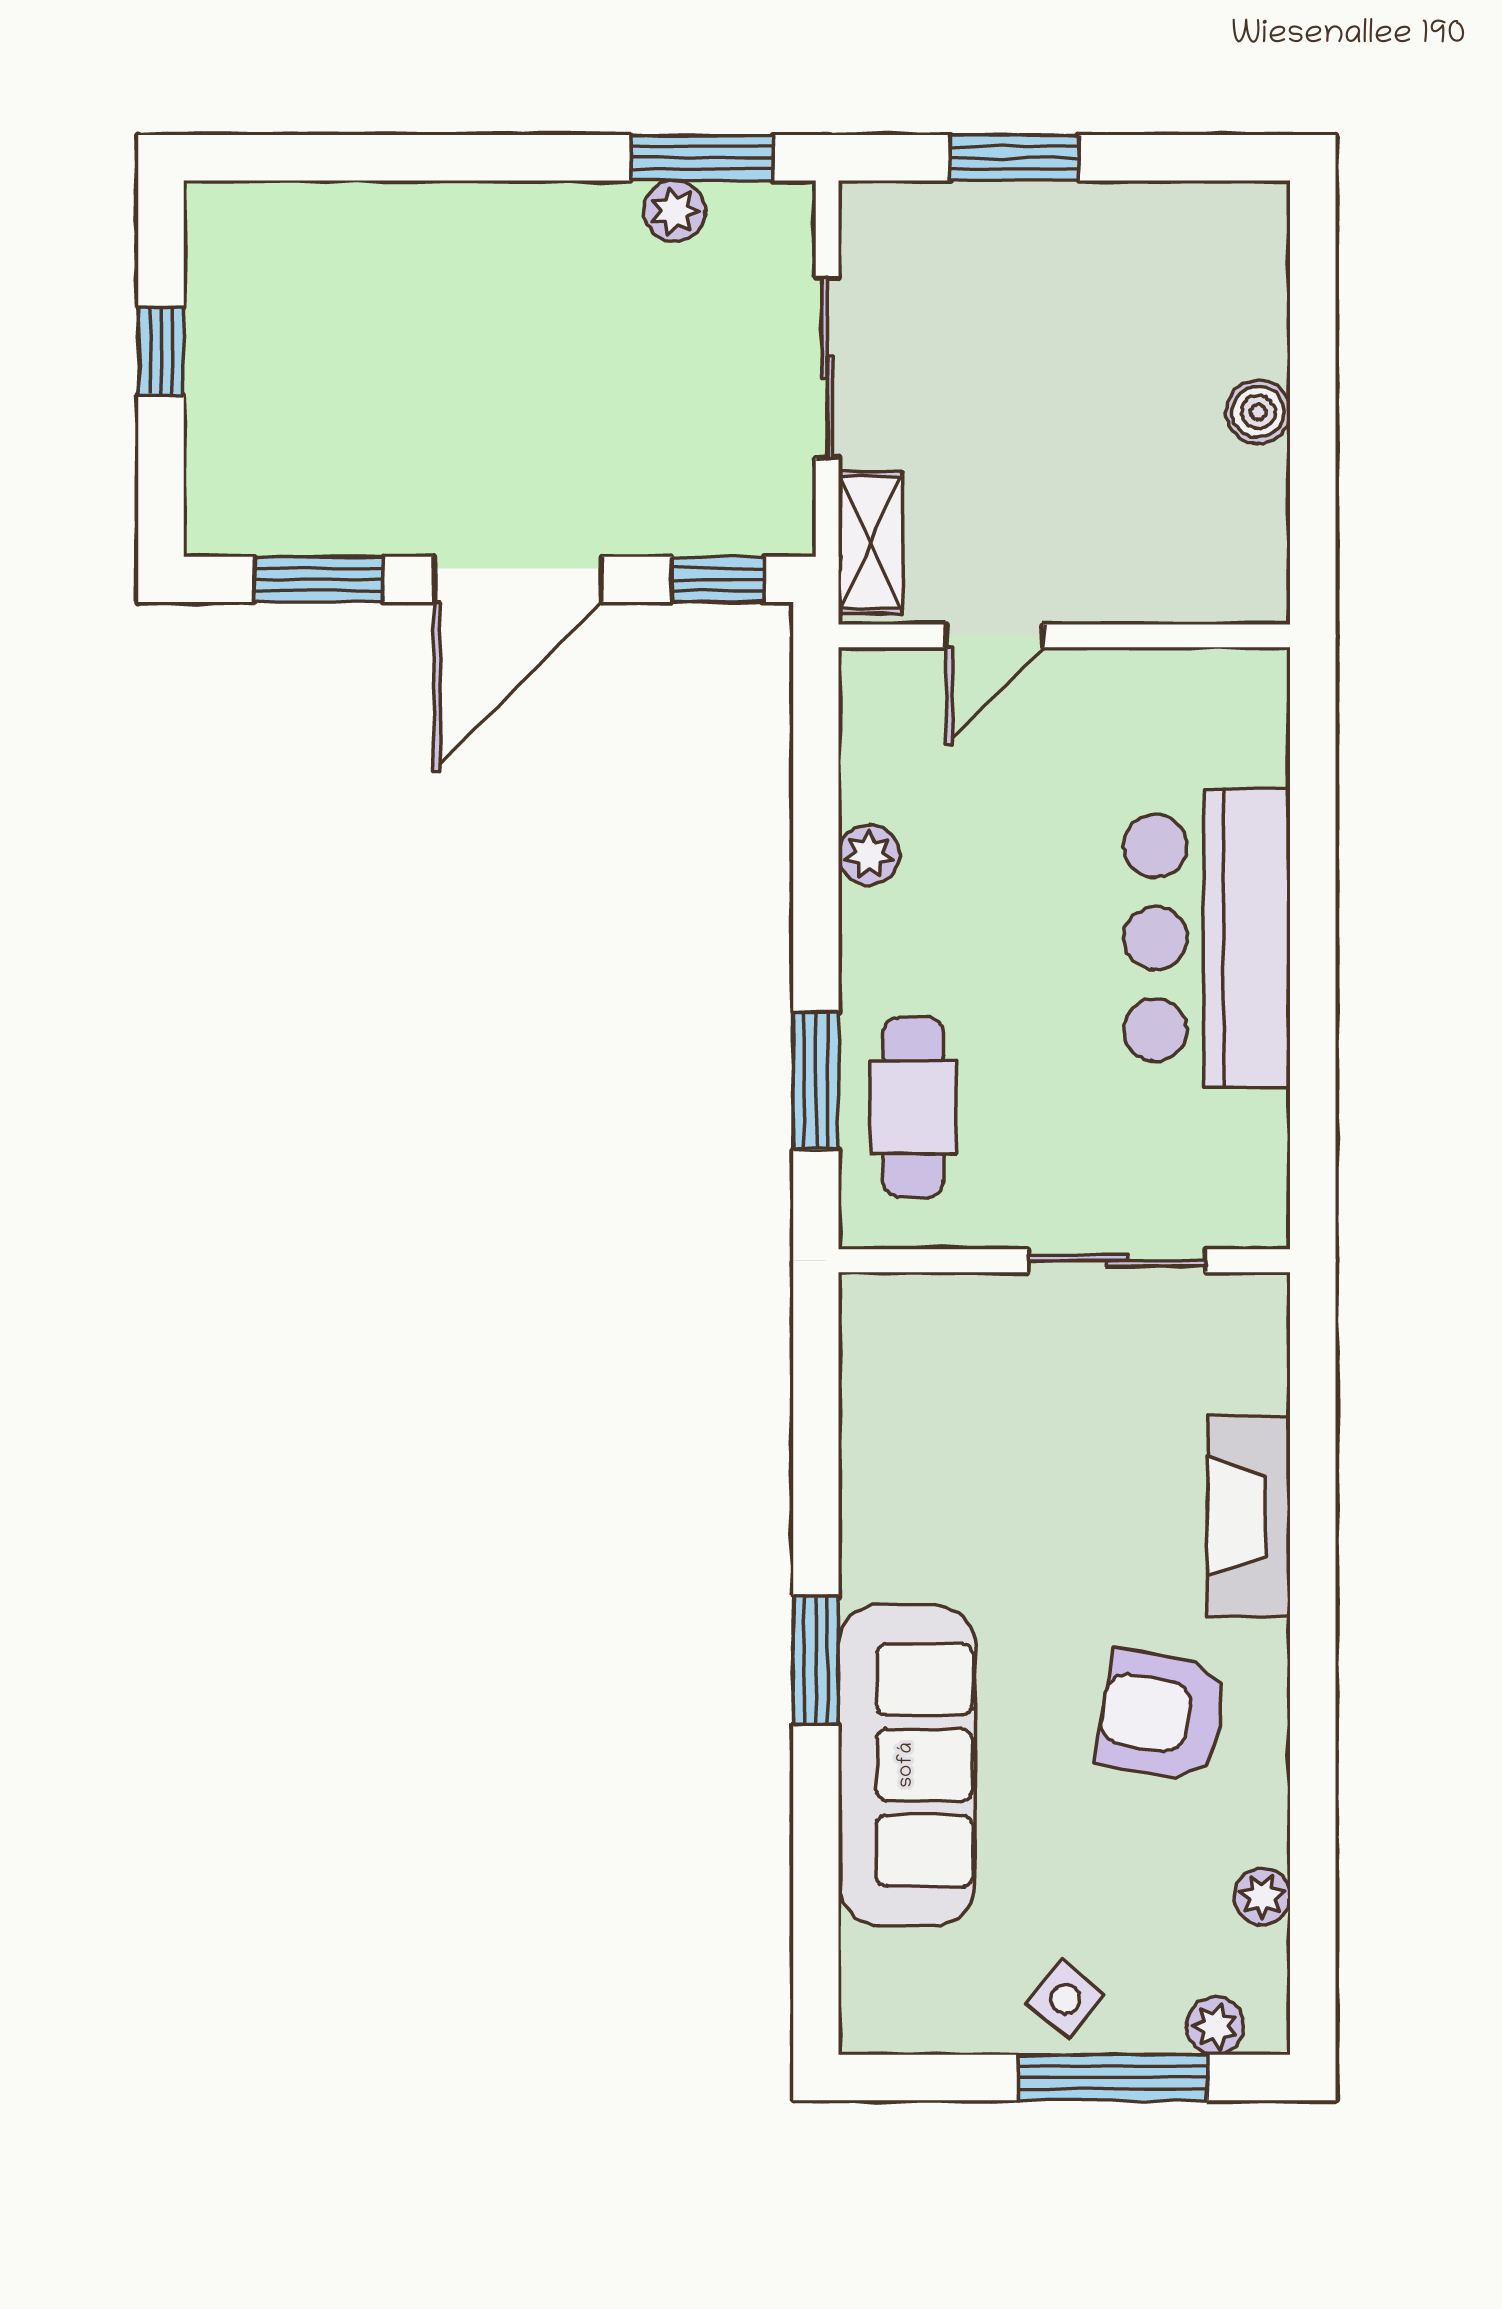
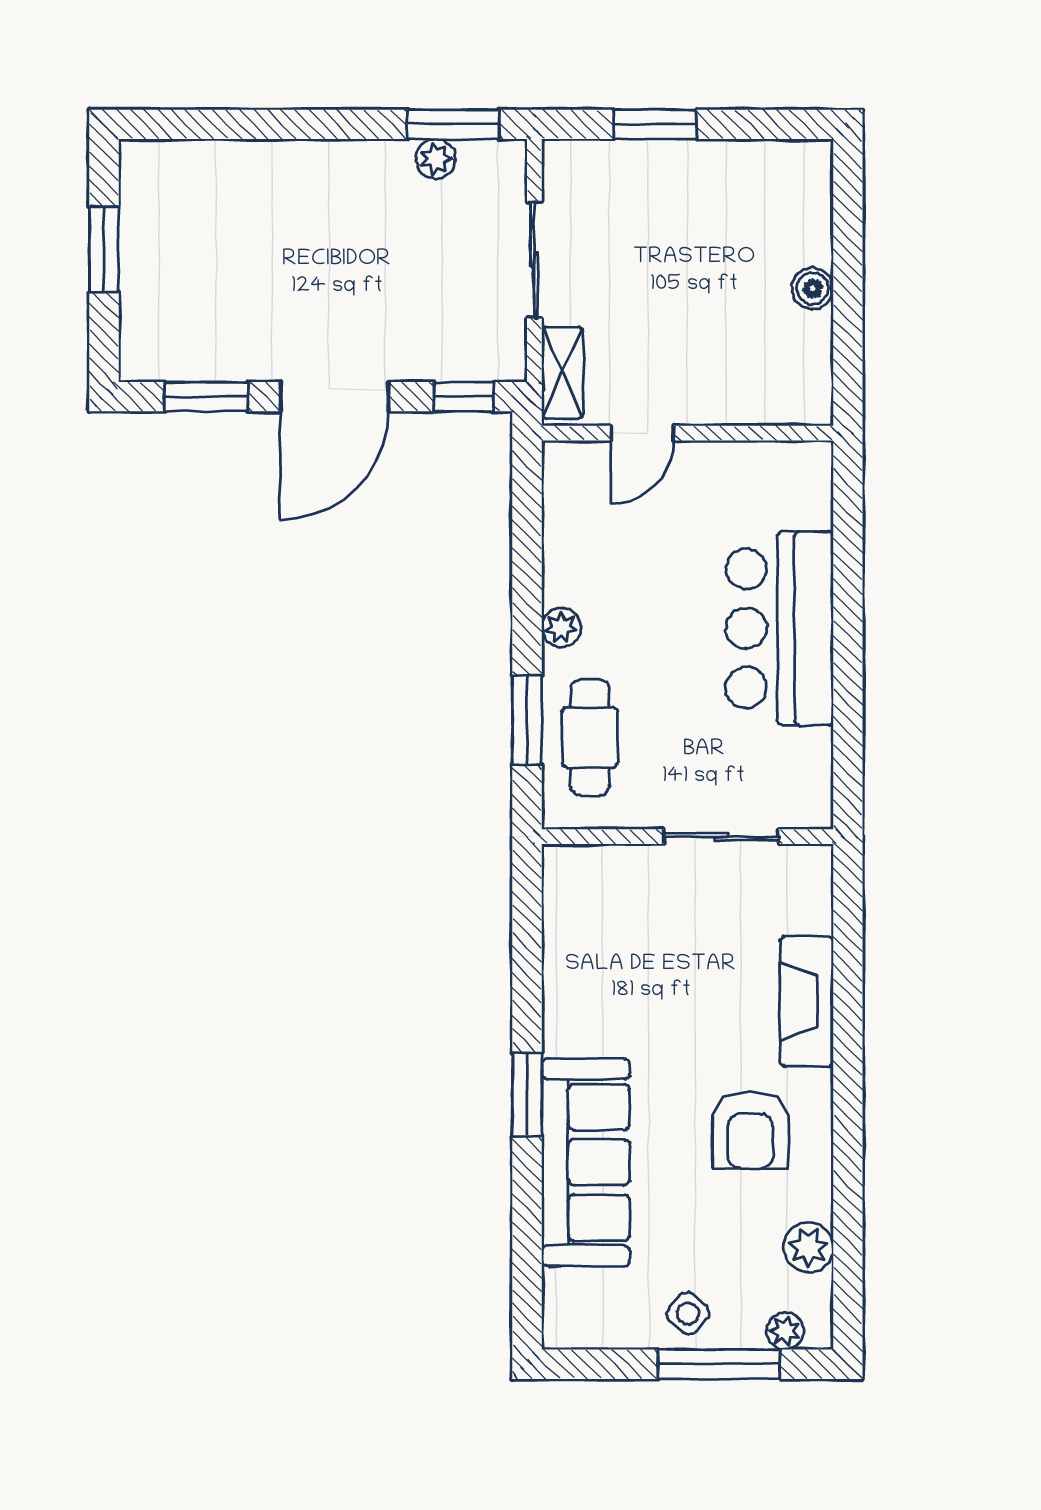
window: (161, 351) -> (104, 249), width x1.50
plant: (869, 855) -> (561, 627), moved
armchair: (1162, 1716) -> (750, 1130), turned -100
plant: (1262, 1897) -> (808, 1247), width x1.38, depth x1.38

